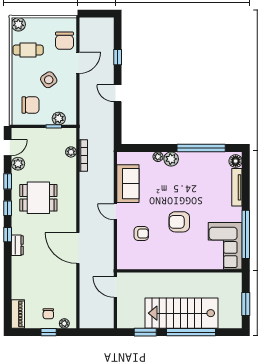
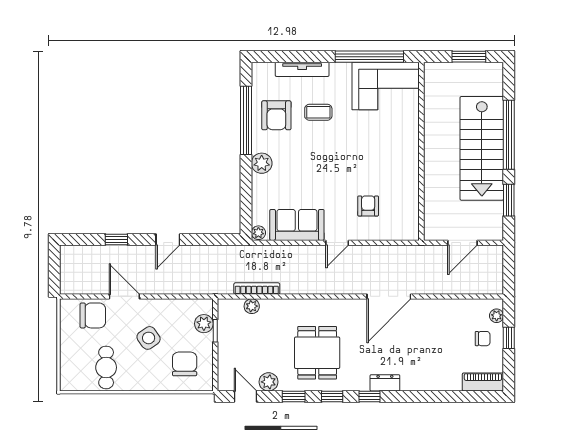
plant: (18, 24) -> (69, 381), removed
plant: (158, 157) -> (258, 233), moved
floor lamp: (236, 161) -> (265, 71), removed
coffee table: (207, 199) -> (318, 112), added
armchair: (179, 222) -> (276, 115), moved
door: (115, 287) -> (462, 243), moved

